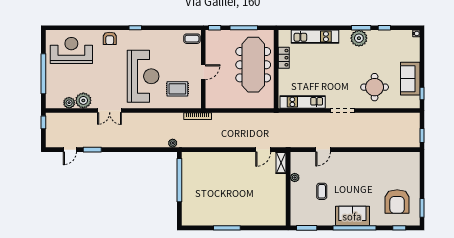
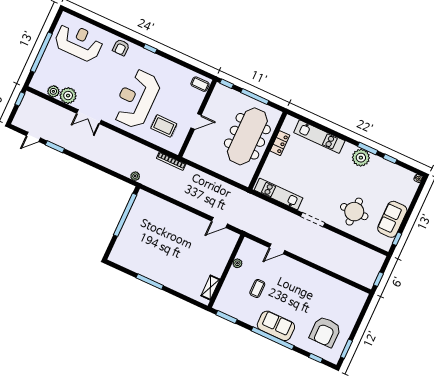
reception desk: (143, 76) -> (136, 99), turned 180
shelving: (281, 163) -> (210, 288), moved

